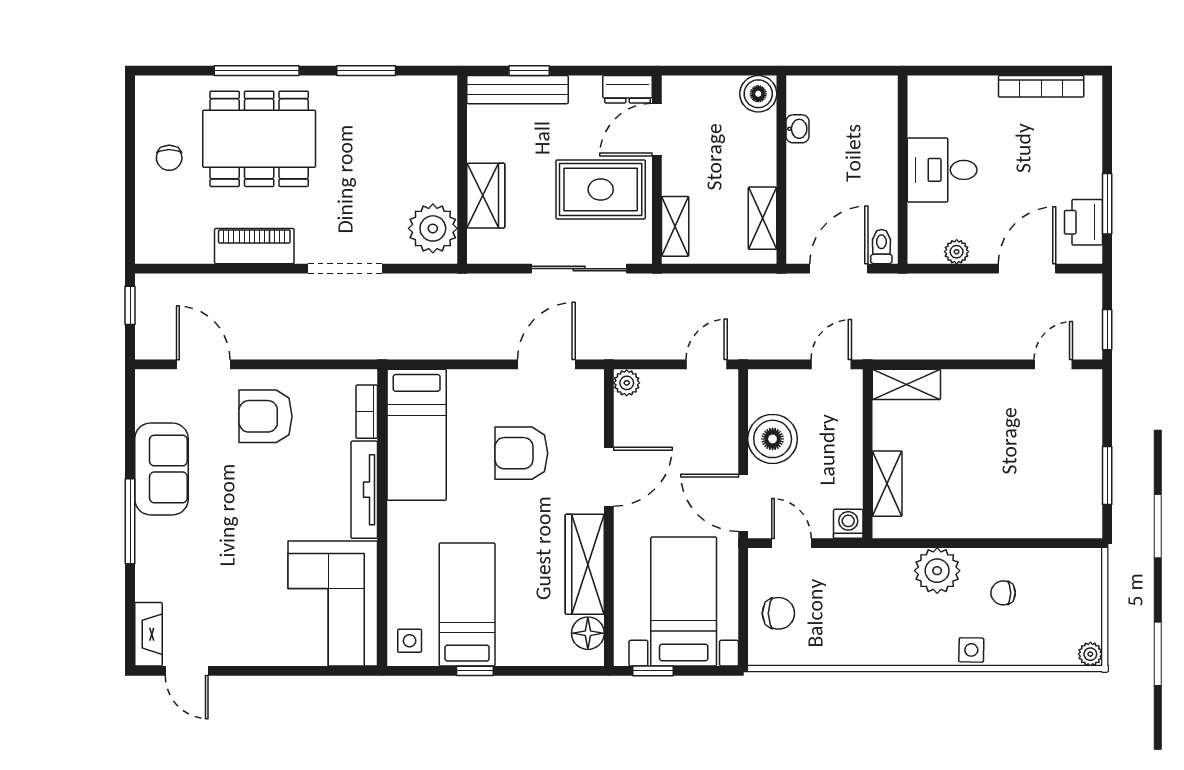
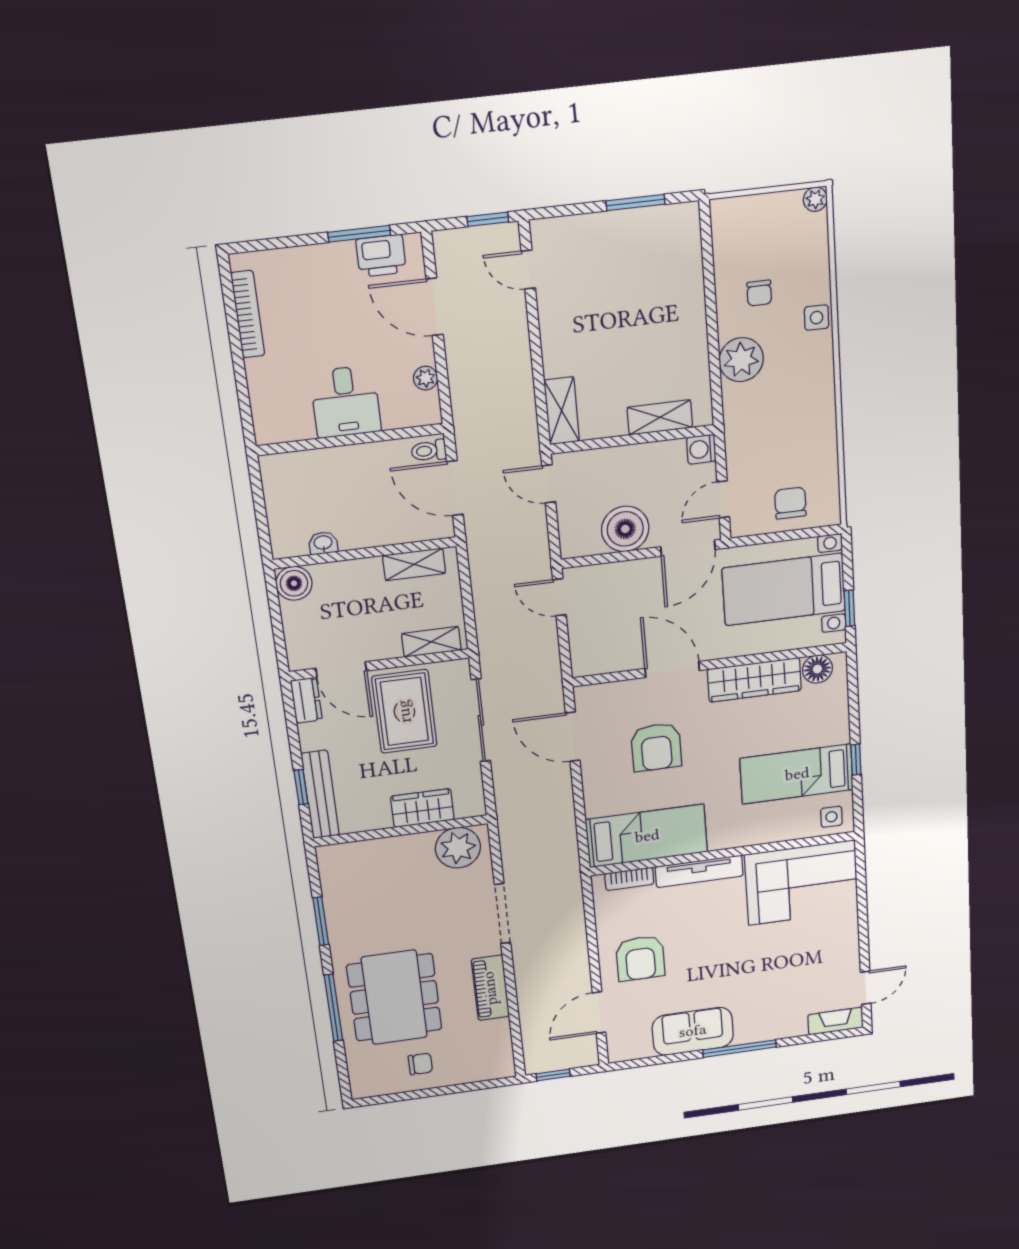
plant: (627, 383) -> (583, 665), removed

